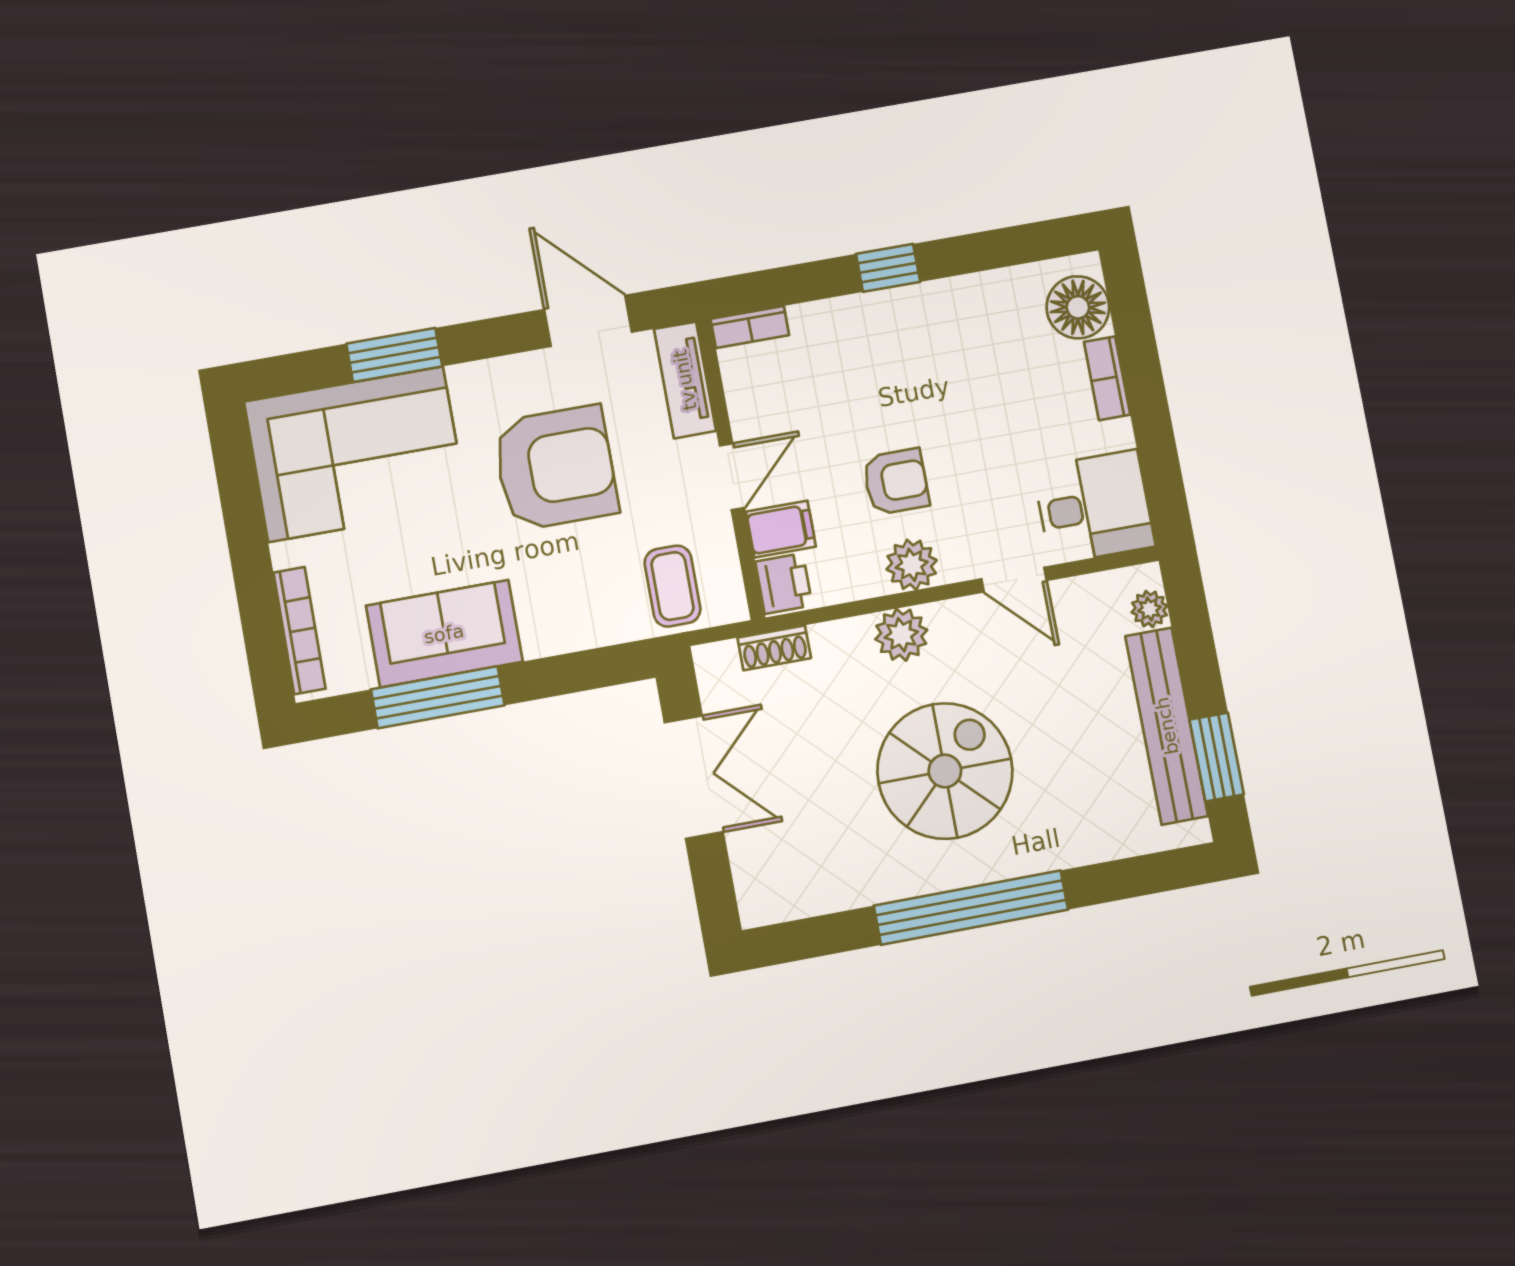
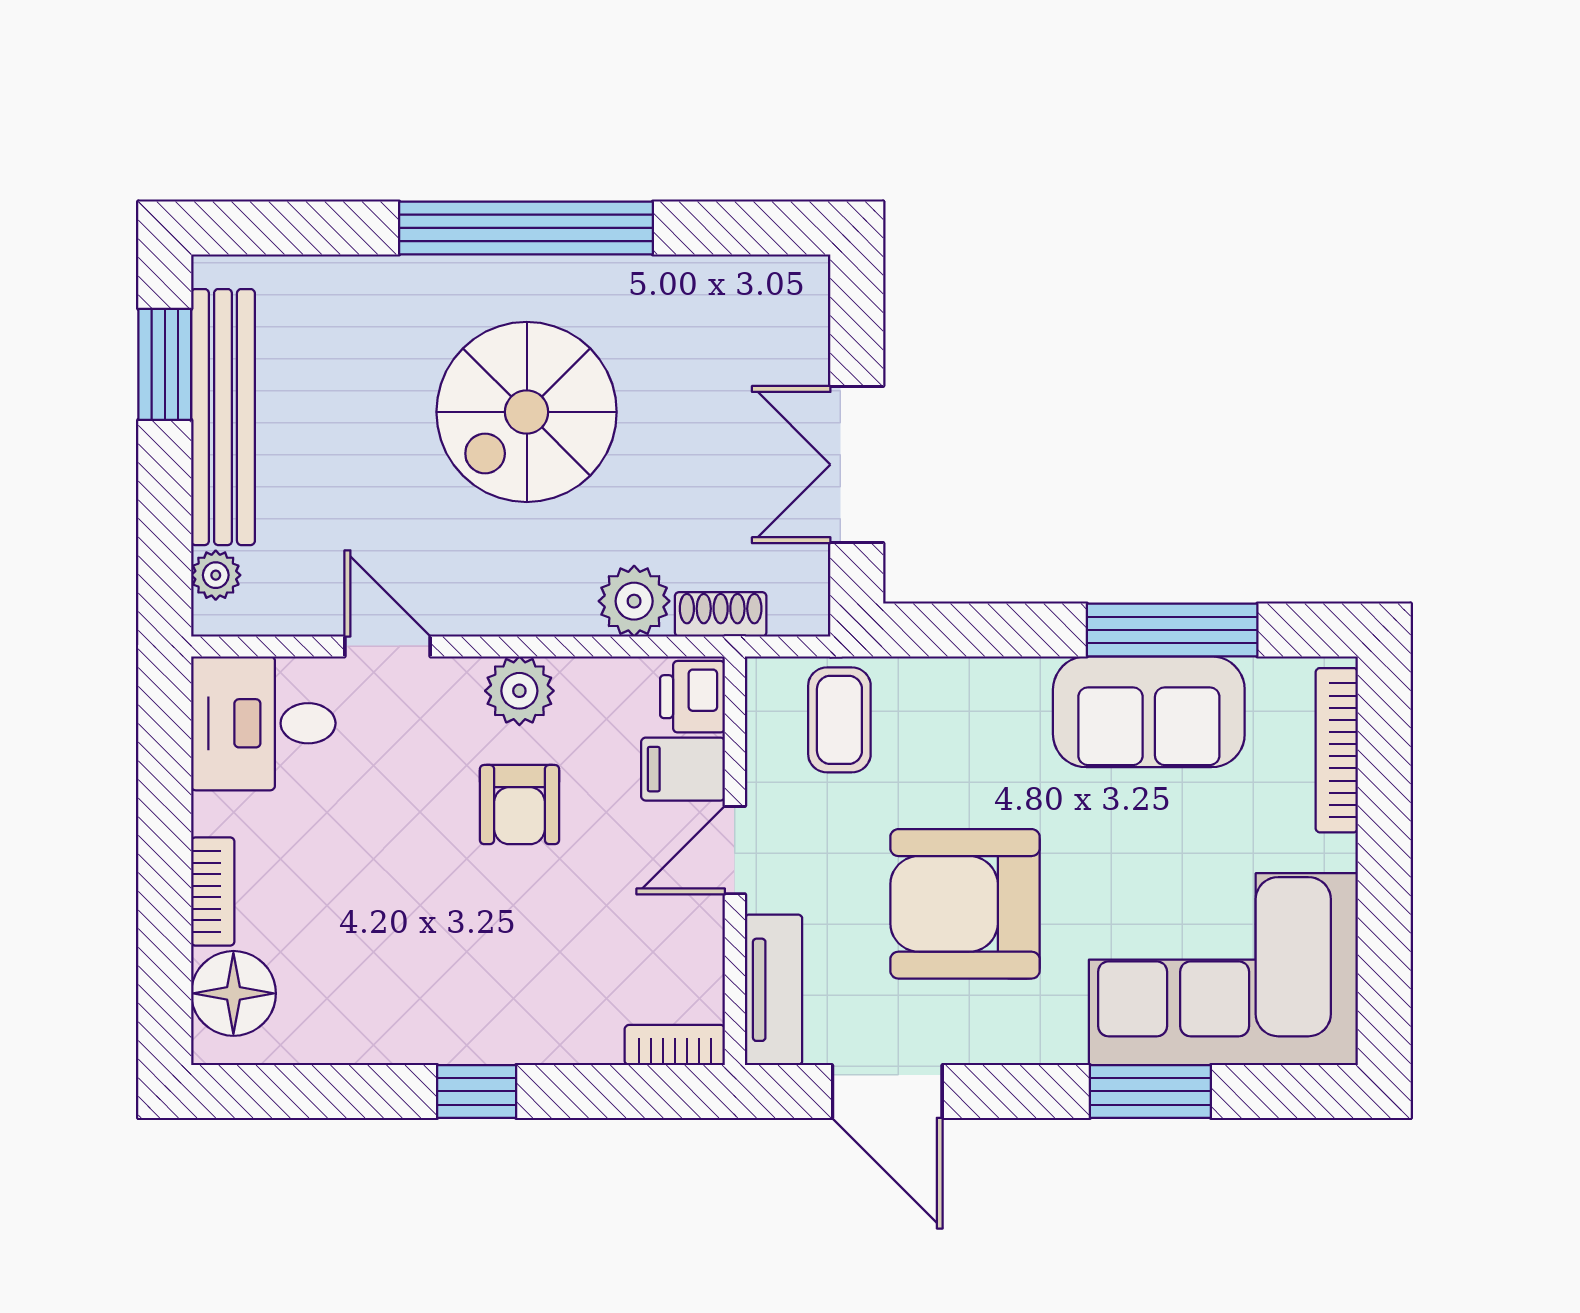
armchair: (896, 482) -> (519, 805), turned -90
plant: (901, 635) -> (634, 601), moved

